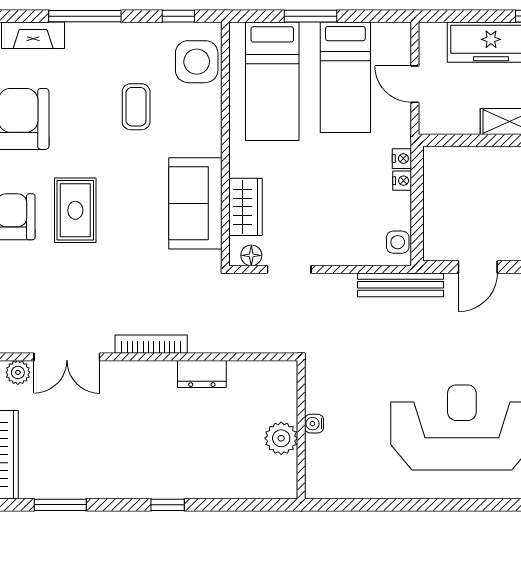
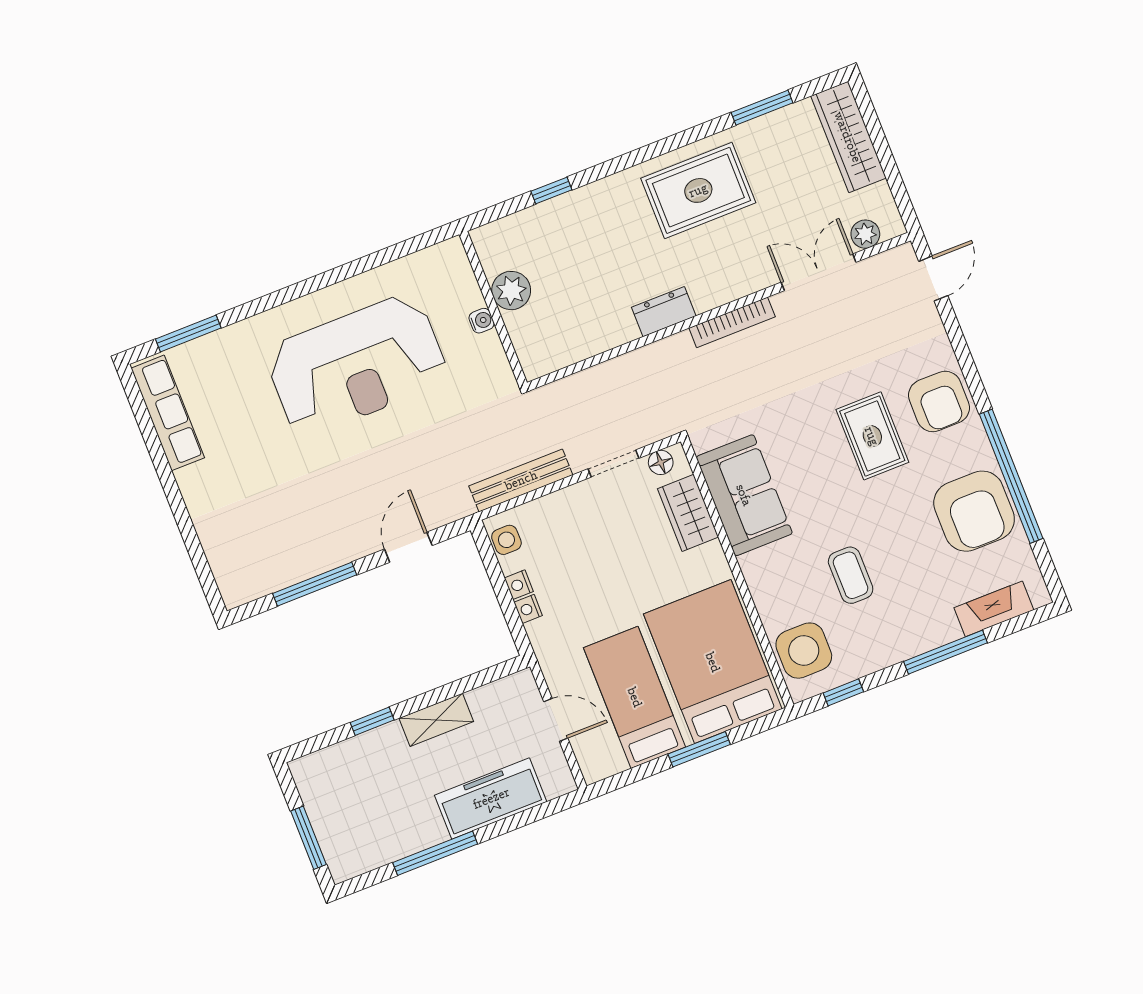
bed: (272, 81) -> (713, 662), width x1.50
nightstand: (402, 159) -> (519, 585), moved
bench: (401, 285) -> (521, 480), moved
water cooler: (314, 424) -> (482, 321), moved
wall: (301, 430) -> (493, 308), moved
plant: (281, 438) -> (511, 291), moved
rug: (137, 459) -> (698, 190), added
window: (168, 505) -> (551, 191), moved

